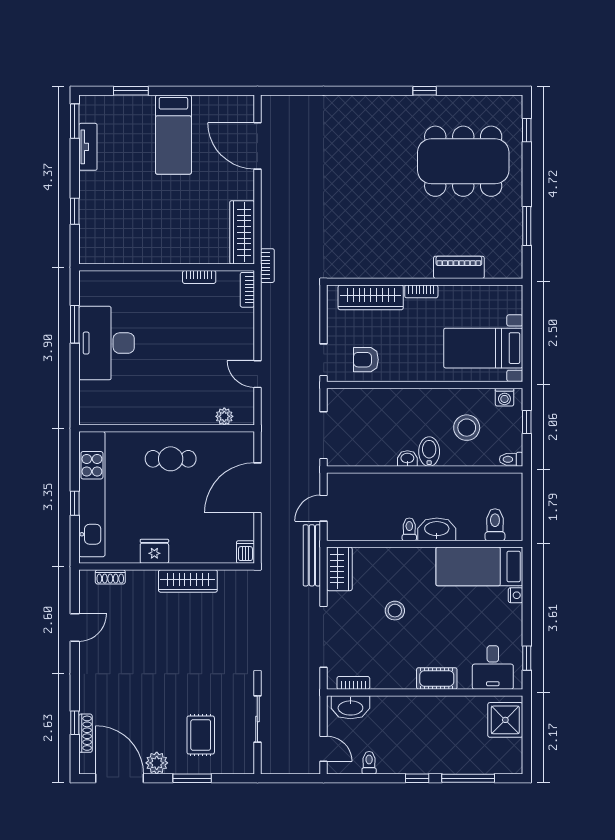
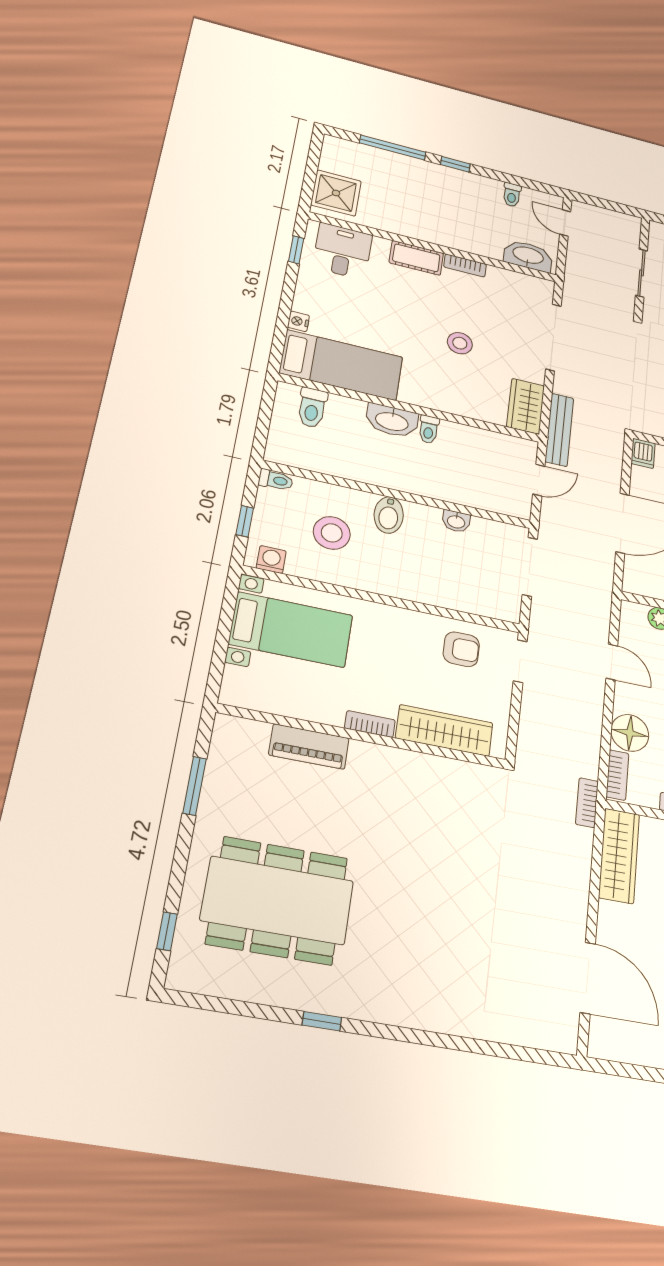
floor lamp: (241, 323) -> (630, 733), added
washbasin: (407, 459) -> (456, 521), moved
bookcase: (353, 683) -> (465, 265), moved

